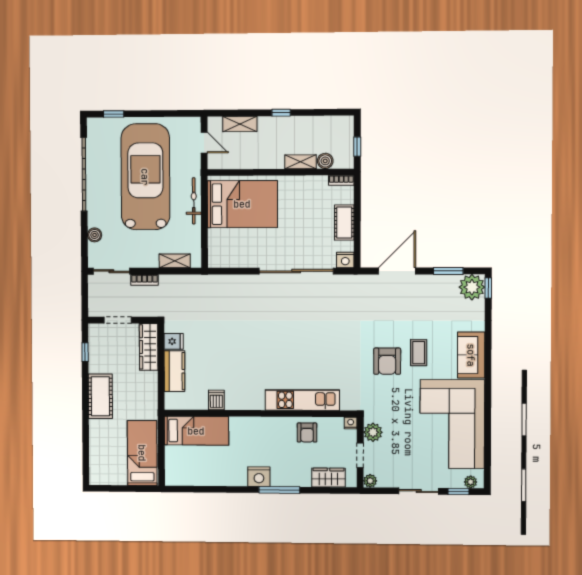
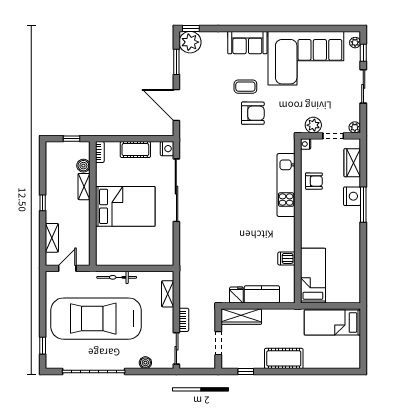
bed: (242, 204) -> (125, 206), moved, turned 90
nightstand: (259, 477) -> (352, 196), moved

